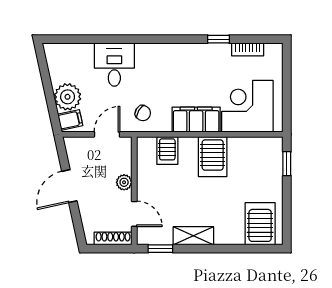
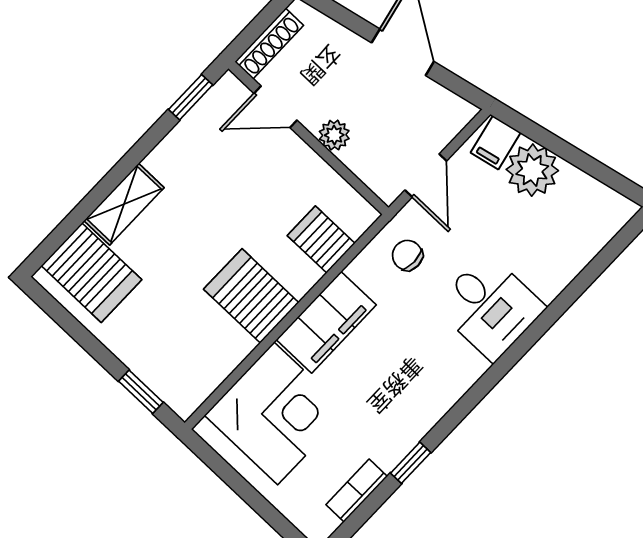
desk: (114, 65) -> (490, 307), moved
chair: (143, 113) -> (407, 255), turned 59
shelving: (193, 236) -> (124, 204), moved

